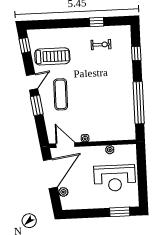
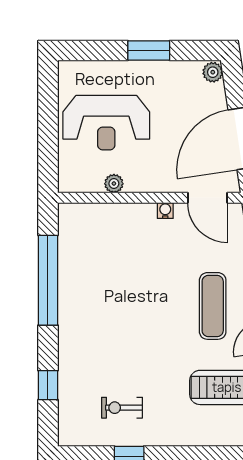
reception desk: (115, 178) -> (106, 123), turned 180
plant: (63, 192) -> (213, 72), moved
window: (120, 212) -> (149, 50), moved

